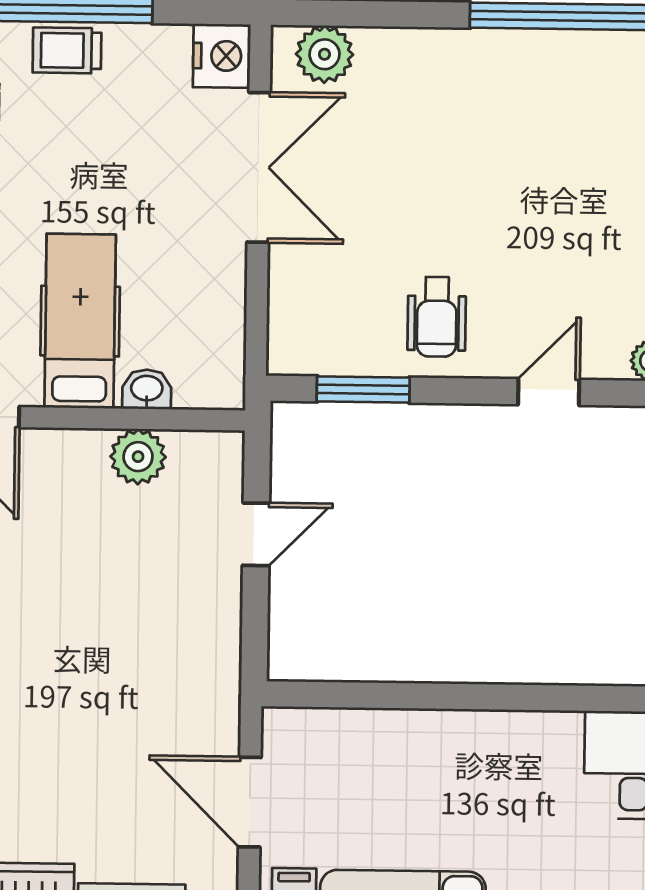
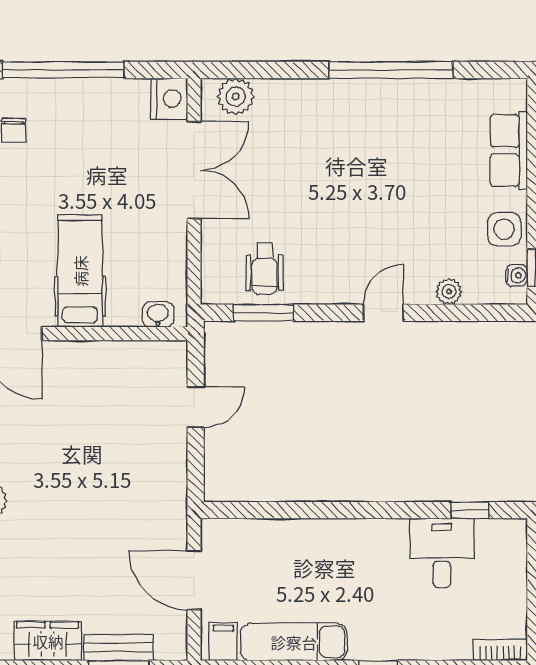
trolley: (67, 50) -> (69, 96), removed
wheelchair: (437, 317) -> (265, 269), moved
washbasin: (147, 389) -> (158, 315), moved
plant: (138, 457) -> (119, 358), removed

